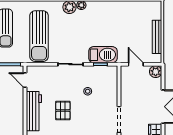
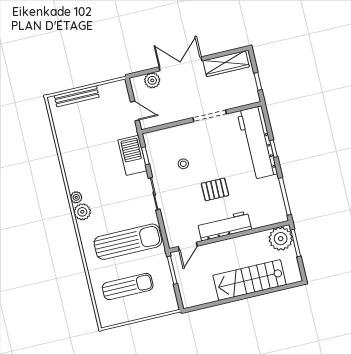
bench: (157, 37) -> (77, 96), moved
door: (136, 64) -> (135, 111), swing flipped
plant: (156, 72) -> (152, 80), moved

